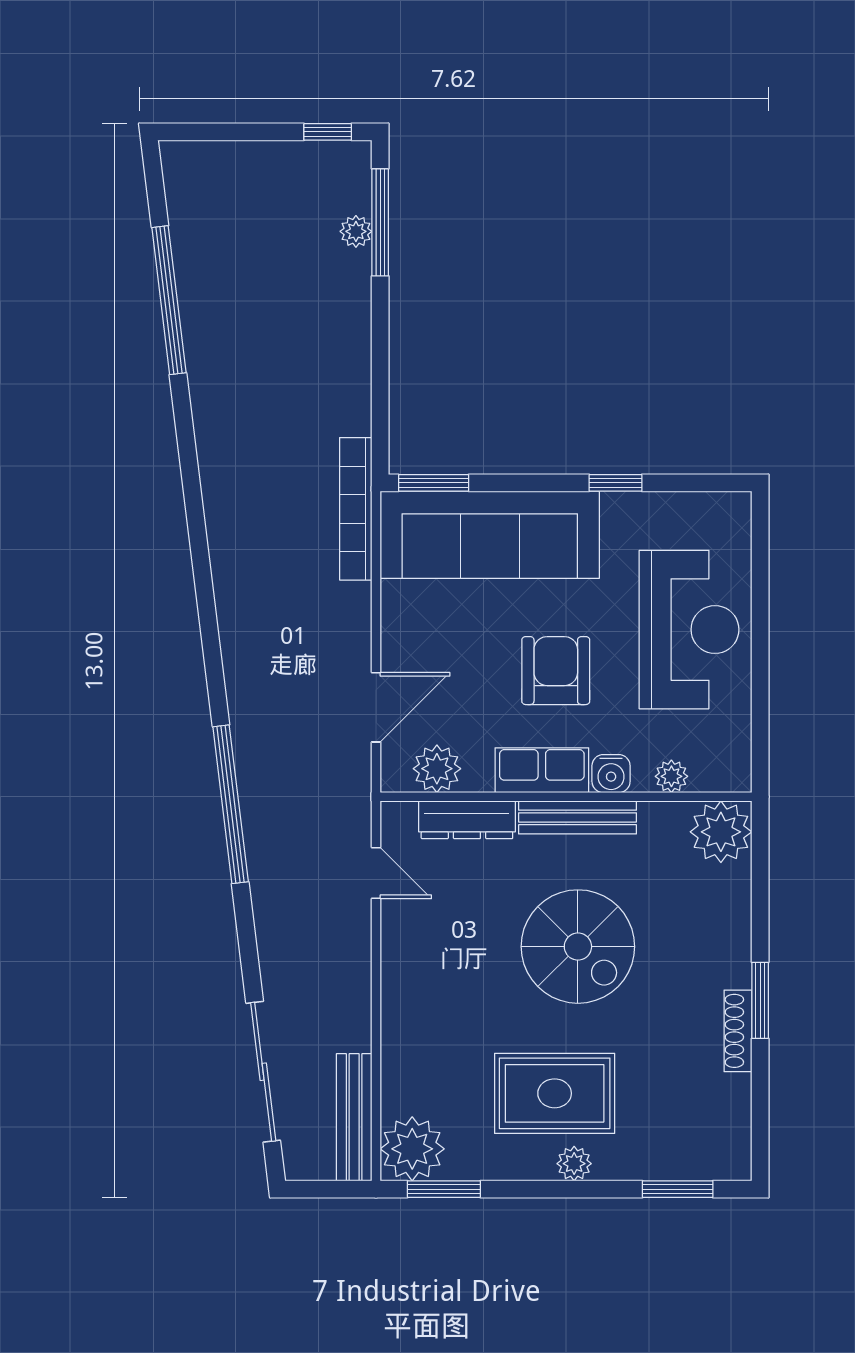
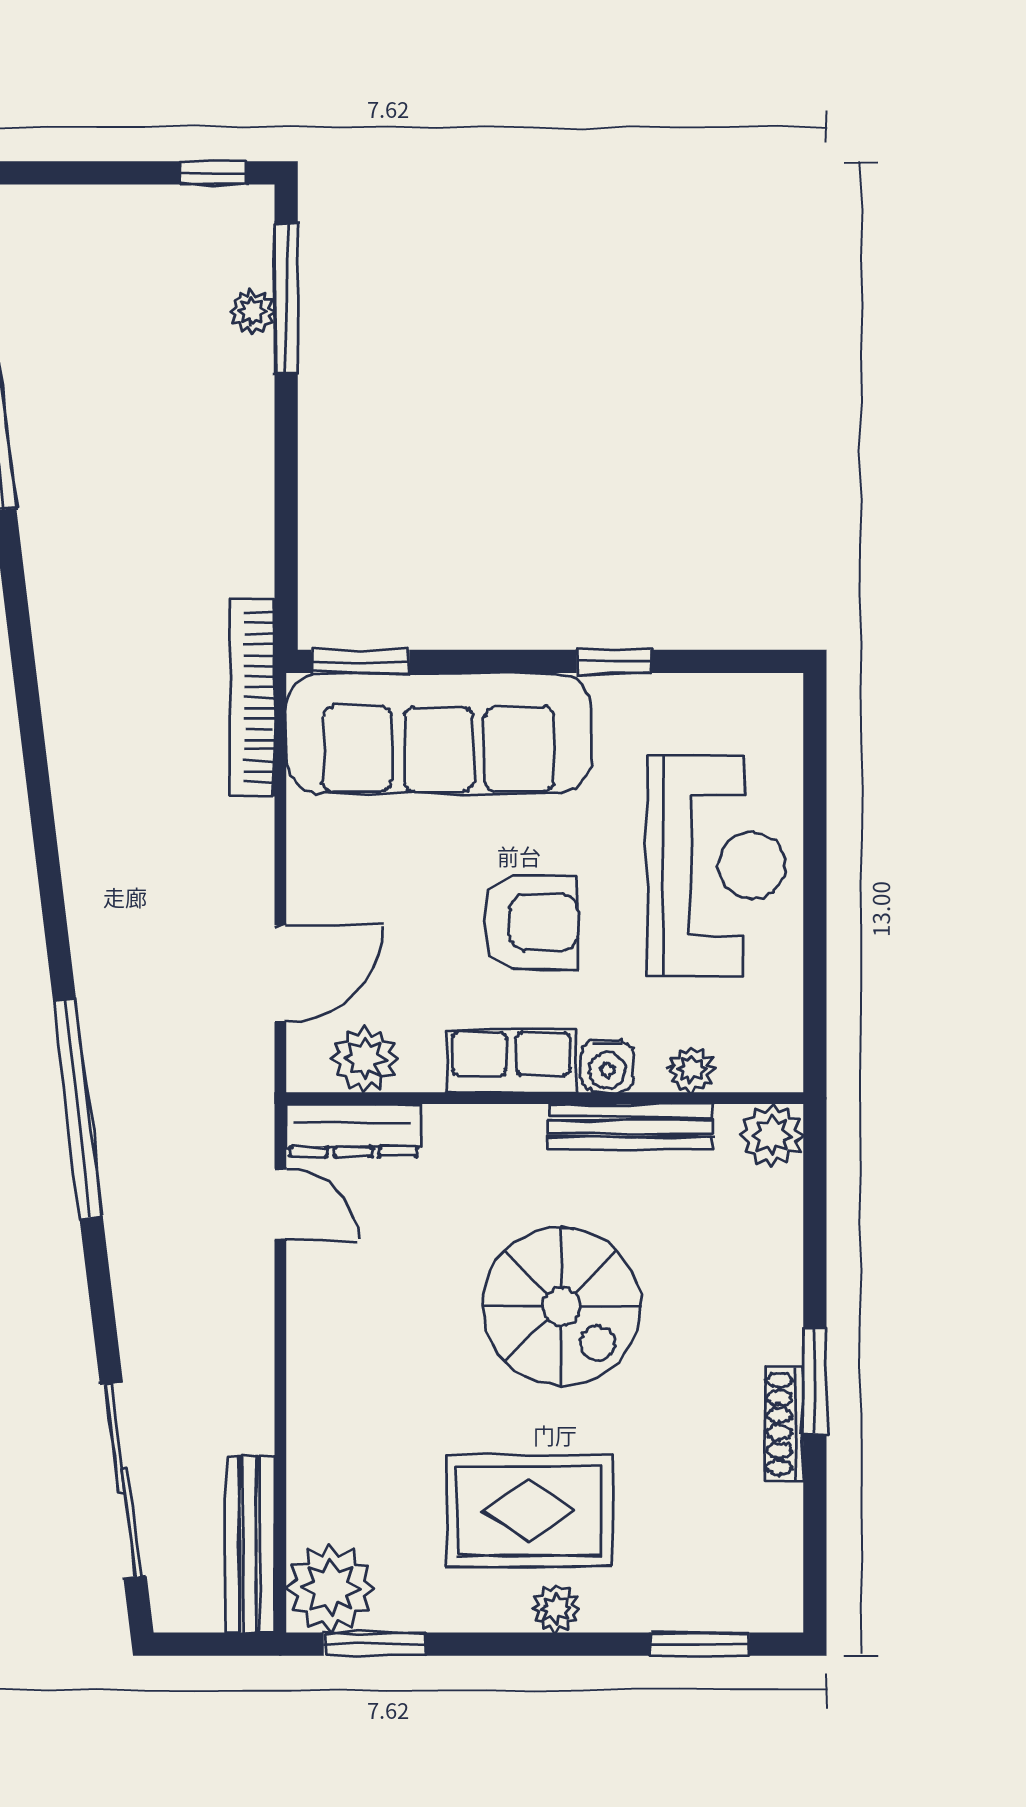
armchair: (556, 671) -> (530, 922), turned 90
bench: (578, 817) -> (631, 1127), moved
dresser: (467, 820) -> (353, 1130), moved
plant: (721, 832) -> (772, 1135), width x0.73, depth x0.73

